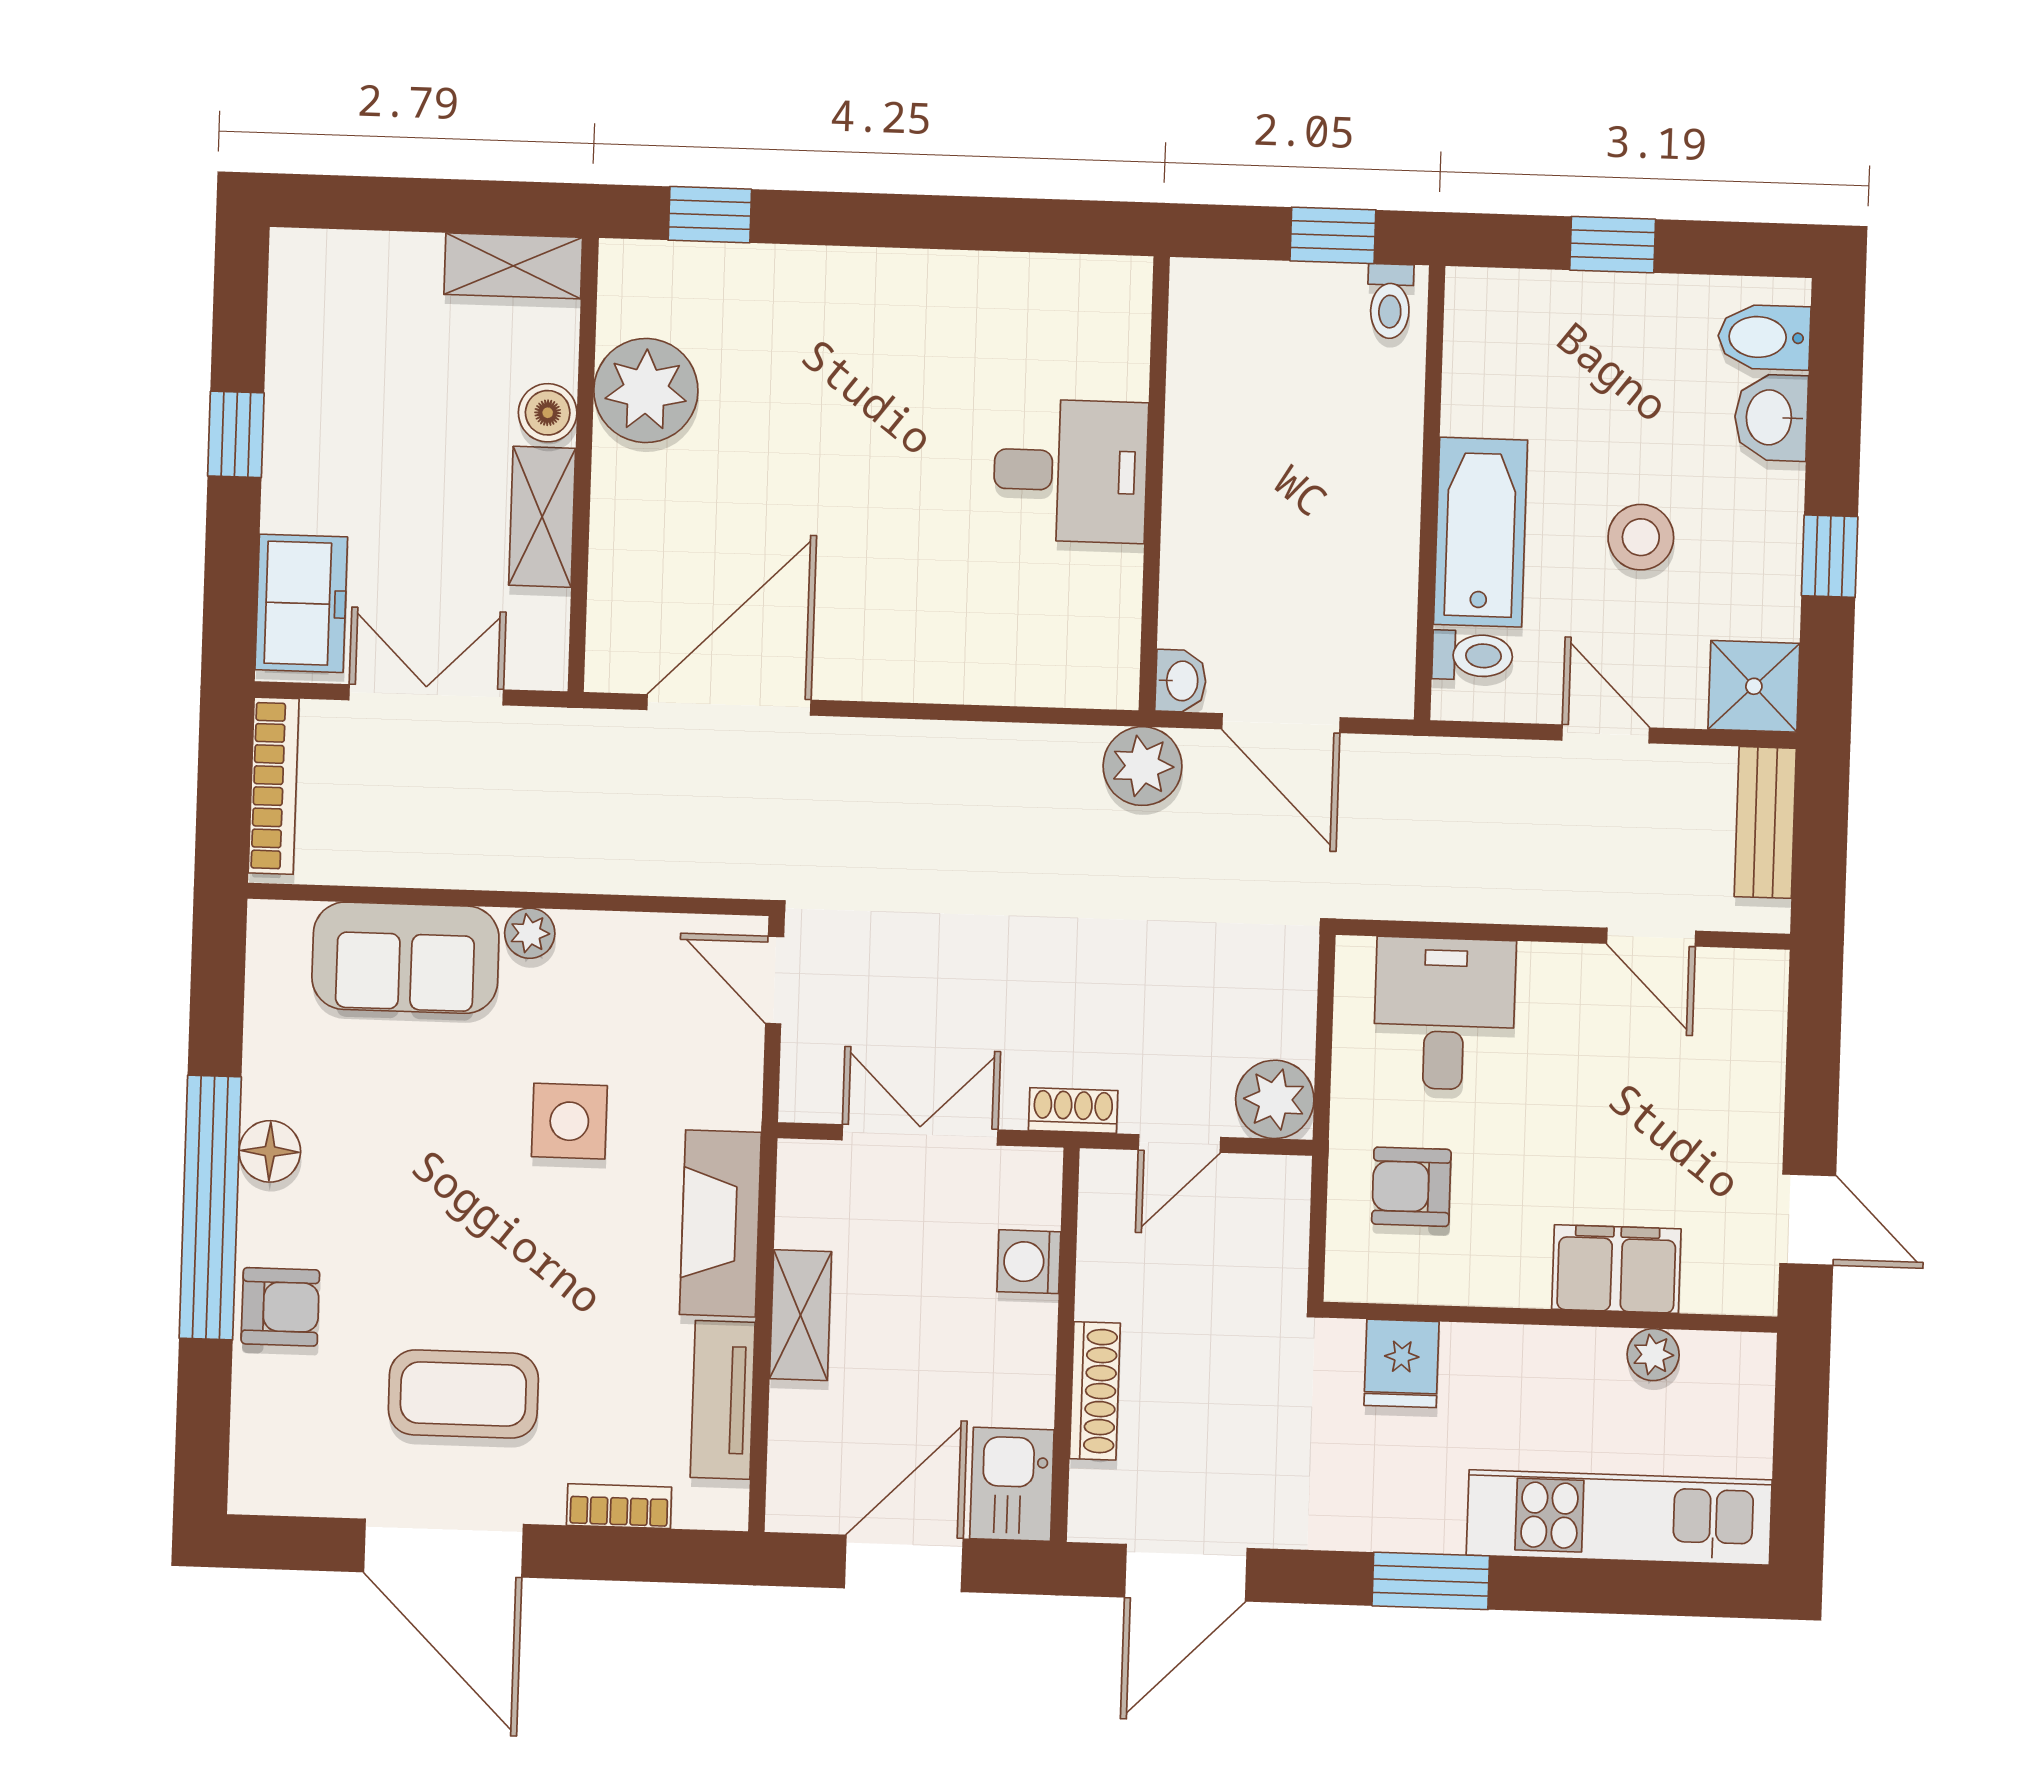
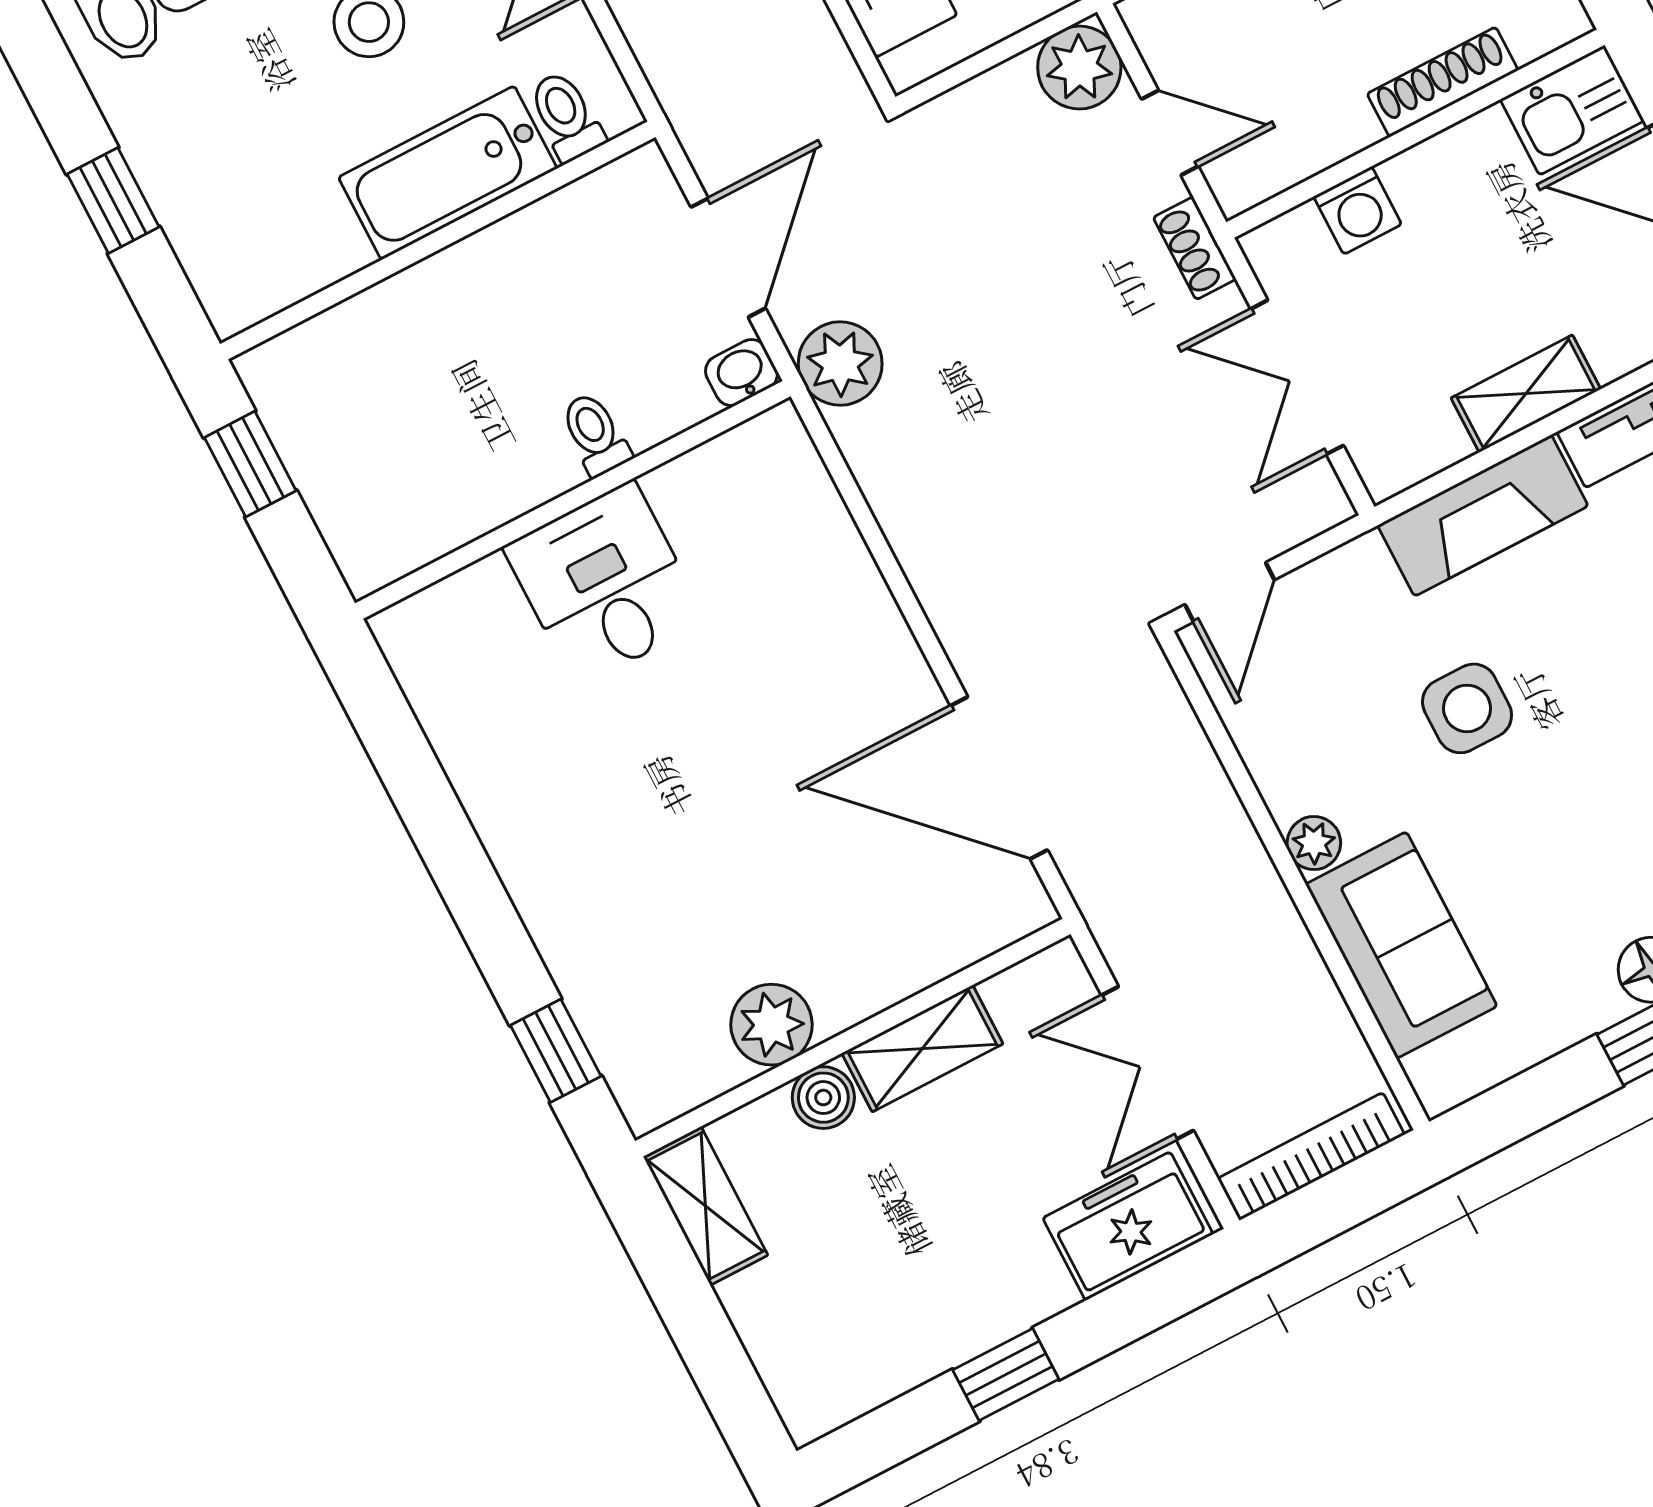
toilet: (1390, 301) -> (595, 434), moved, turned -90
plant: (646, 390) -> (771, 1025), width x0.73, depth x0.73

